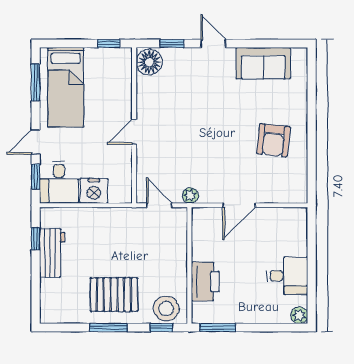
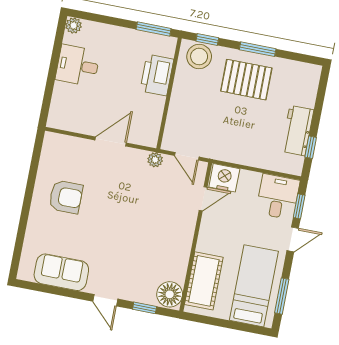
window: (109, 44) -> (205, 320), removed
cot: (117, 82) -> (204, 281), added
door: (134, 132) -> (203, 199), moved
armchair: (273, 140) -> (66, 197), turned 84
nightstand: (94, 191) -> (224, 178), moved

